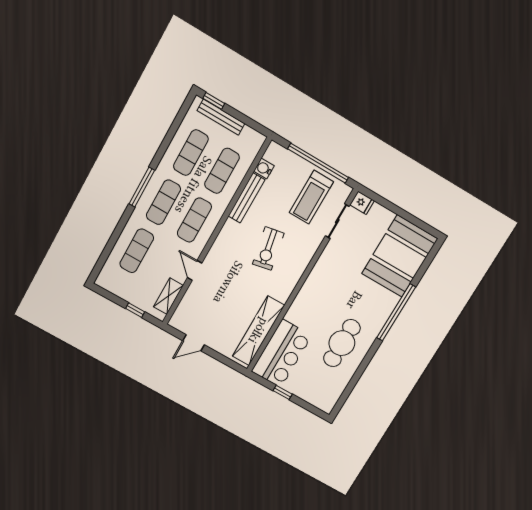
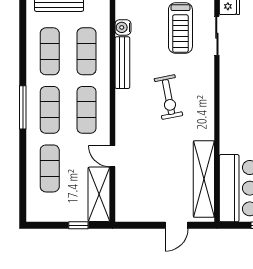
shelving: (168, 296) -> (99, 194), width x1.50, depth x1.33
door: (194, 343) -> (177, 225), moved

